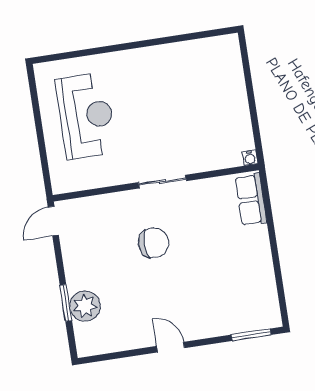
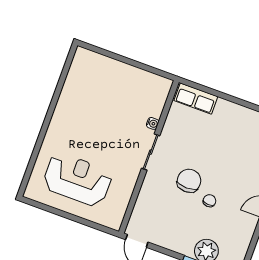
water cooler: (250, 158) -> (153, 123), moved
chair: (144, 278) -> (209, 201), added

